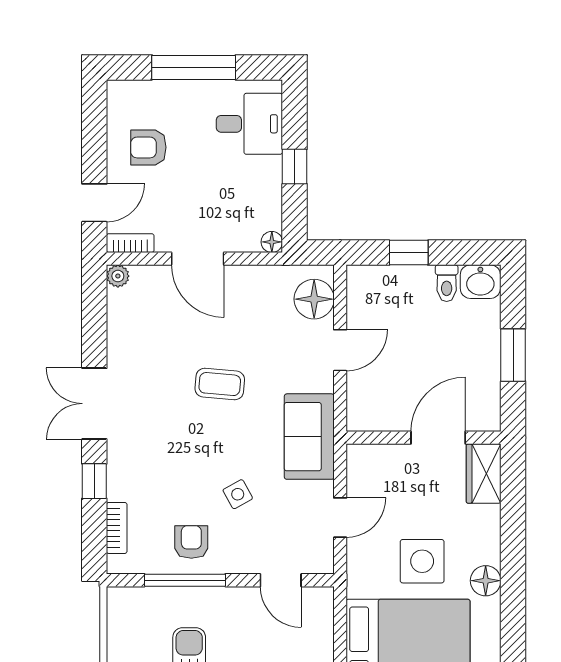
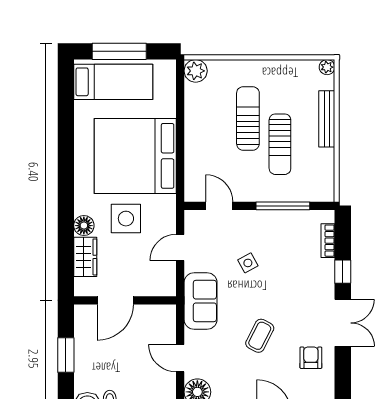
door: (340, 350) -> (180, 358), hinge flipped
coffee table: (220, 384) -> (260, 336), turned -68
wardrobe: (484, 474) -> (85, 257), moved
armchair: (191, 542) -> (311, 358), moved, turned 180
floor lamp: (486, 581) -> (84, 226), moved

